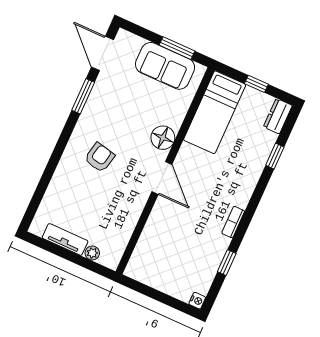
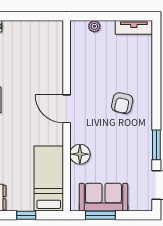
floor lamp: (163, 138) -> (80, 154), moved
tv unit: (65, 239) -> (134, 27), moved

